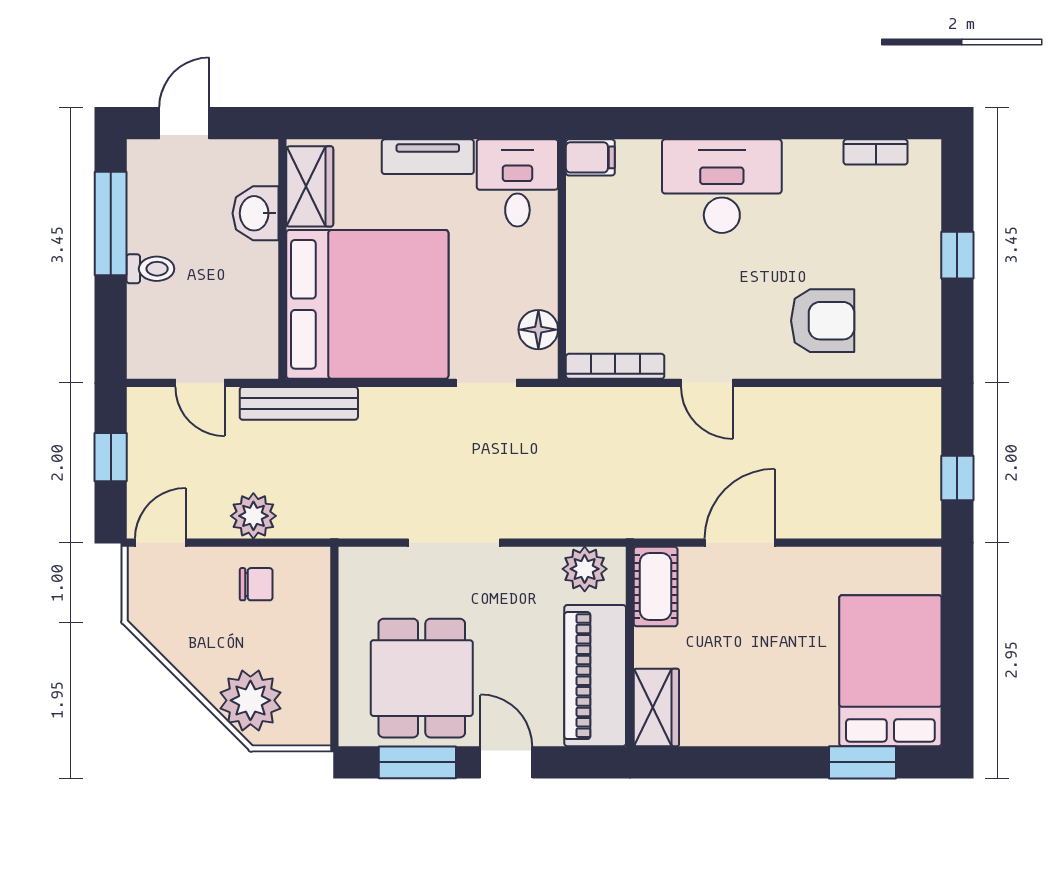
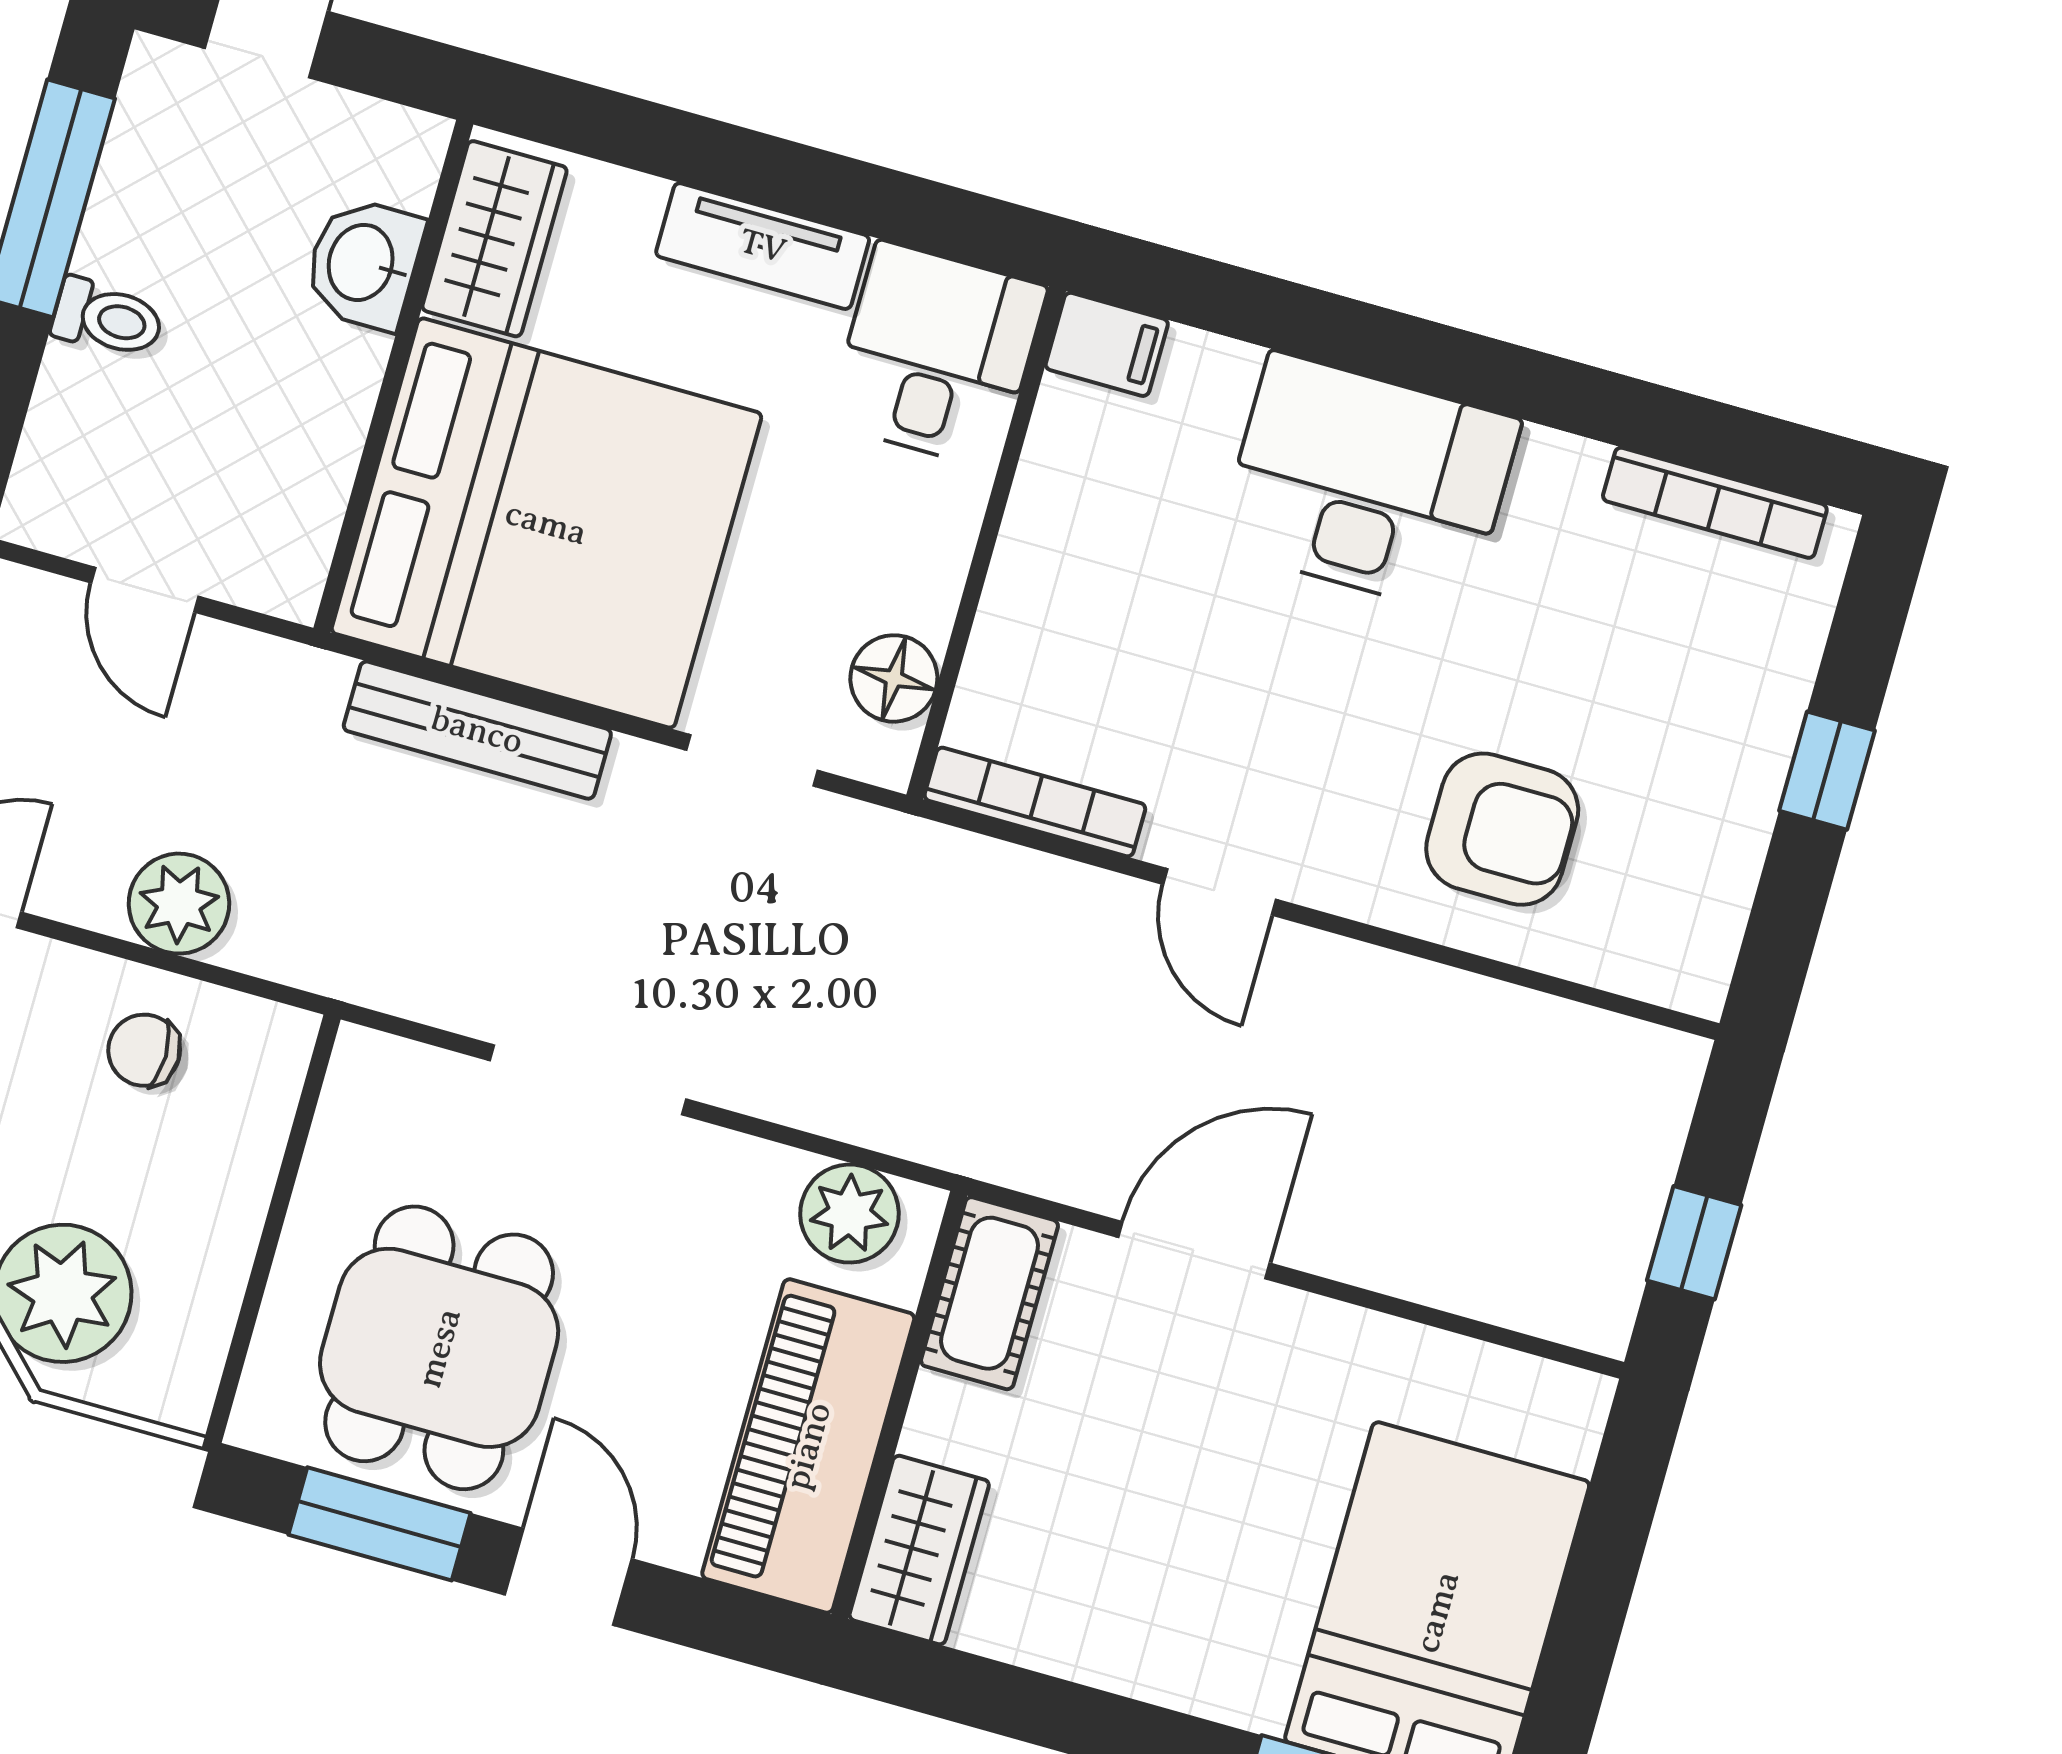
bookcase: (876, 152) -> (1715, 503), width x1.56
bench: (299, 403) -> (477, 730), moved
chair: (256, 584) -> (144, 1050), turned 180

